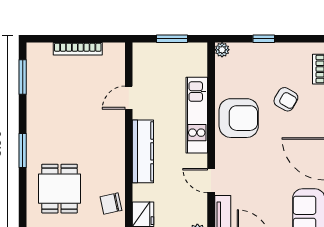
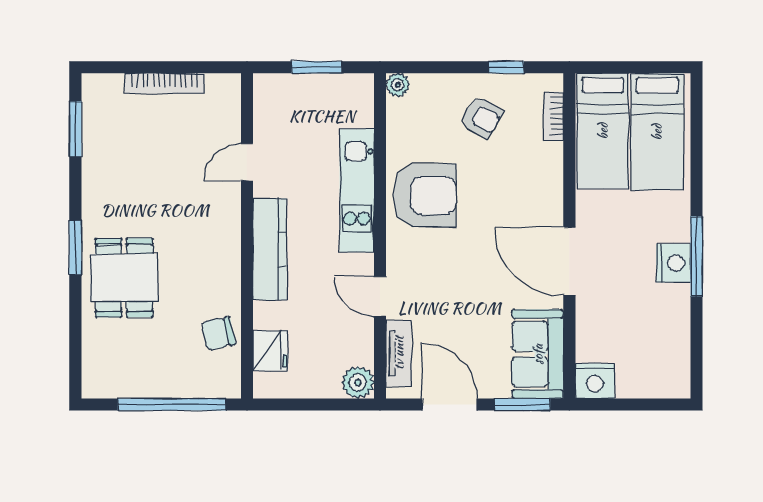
window: (264, 39) -> (506, 67), moved
armchair: (286, 99) -> (482, 117), moved
dining table: (59, 189) -> (124, 278), moved

